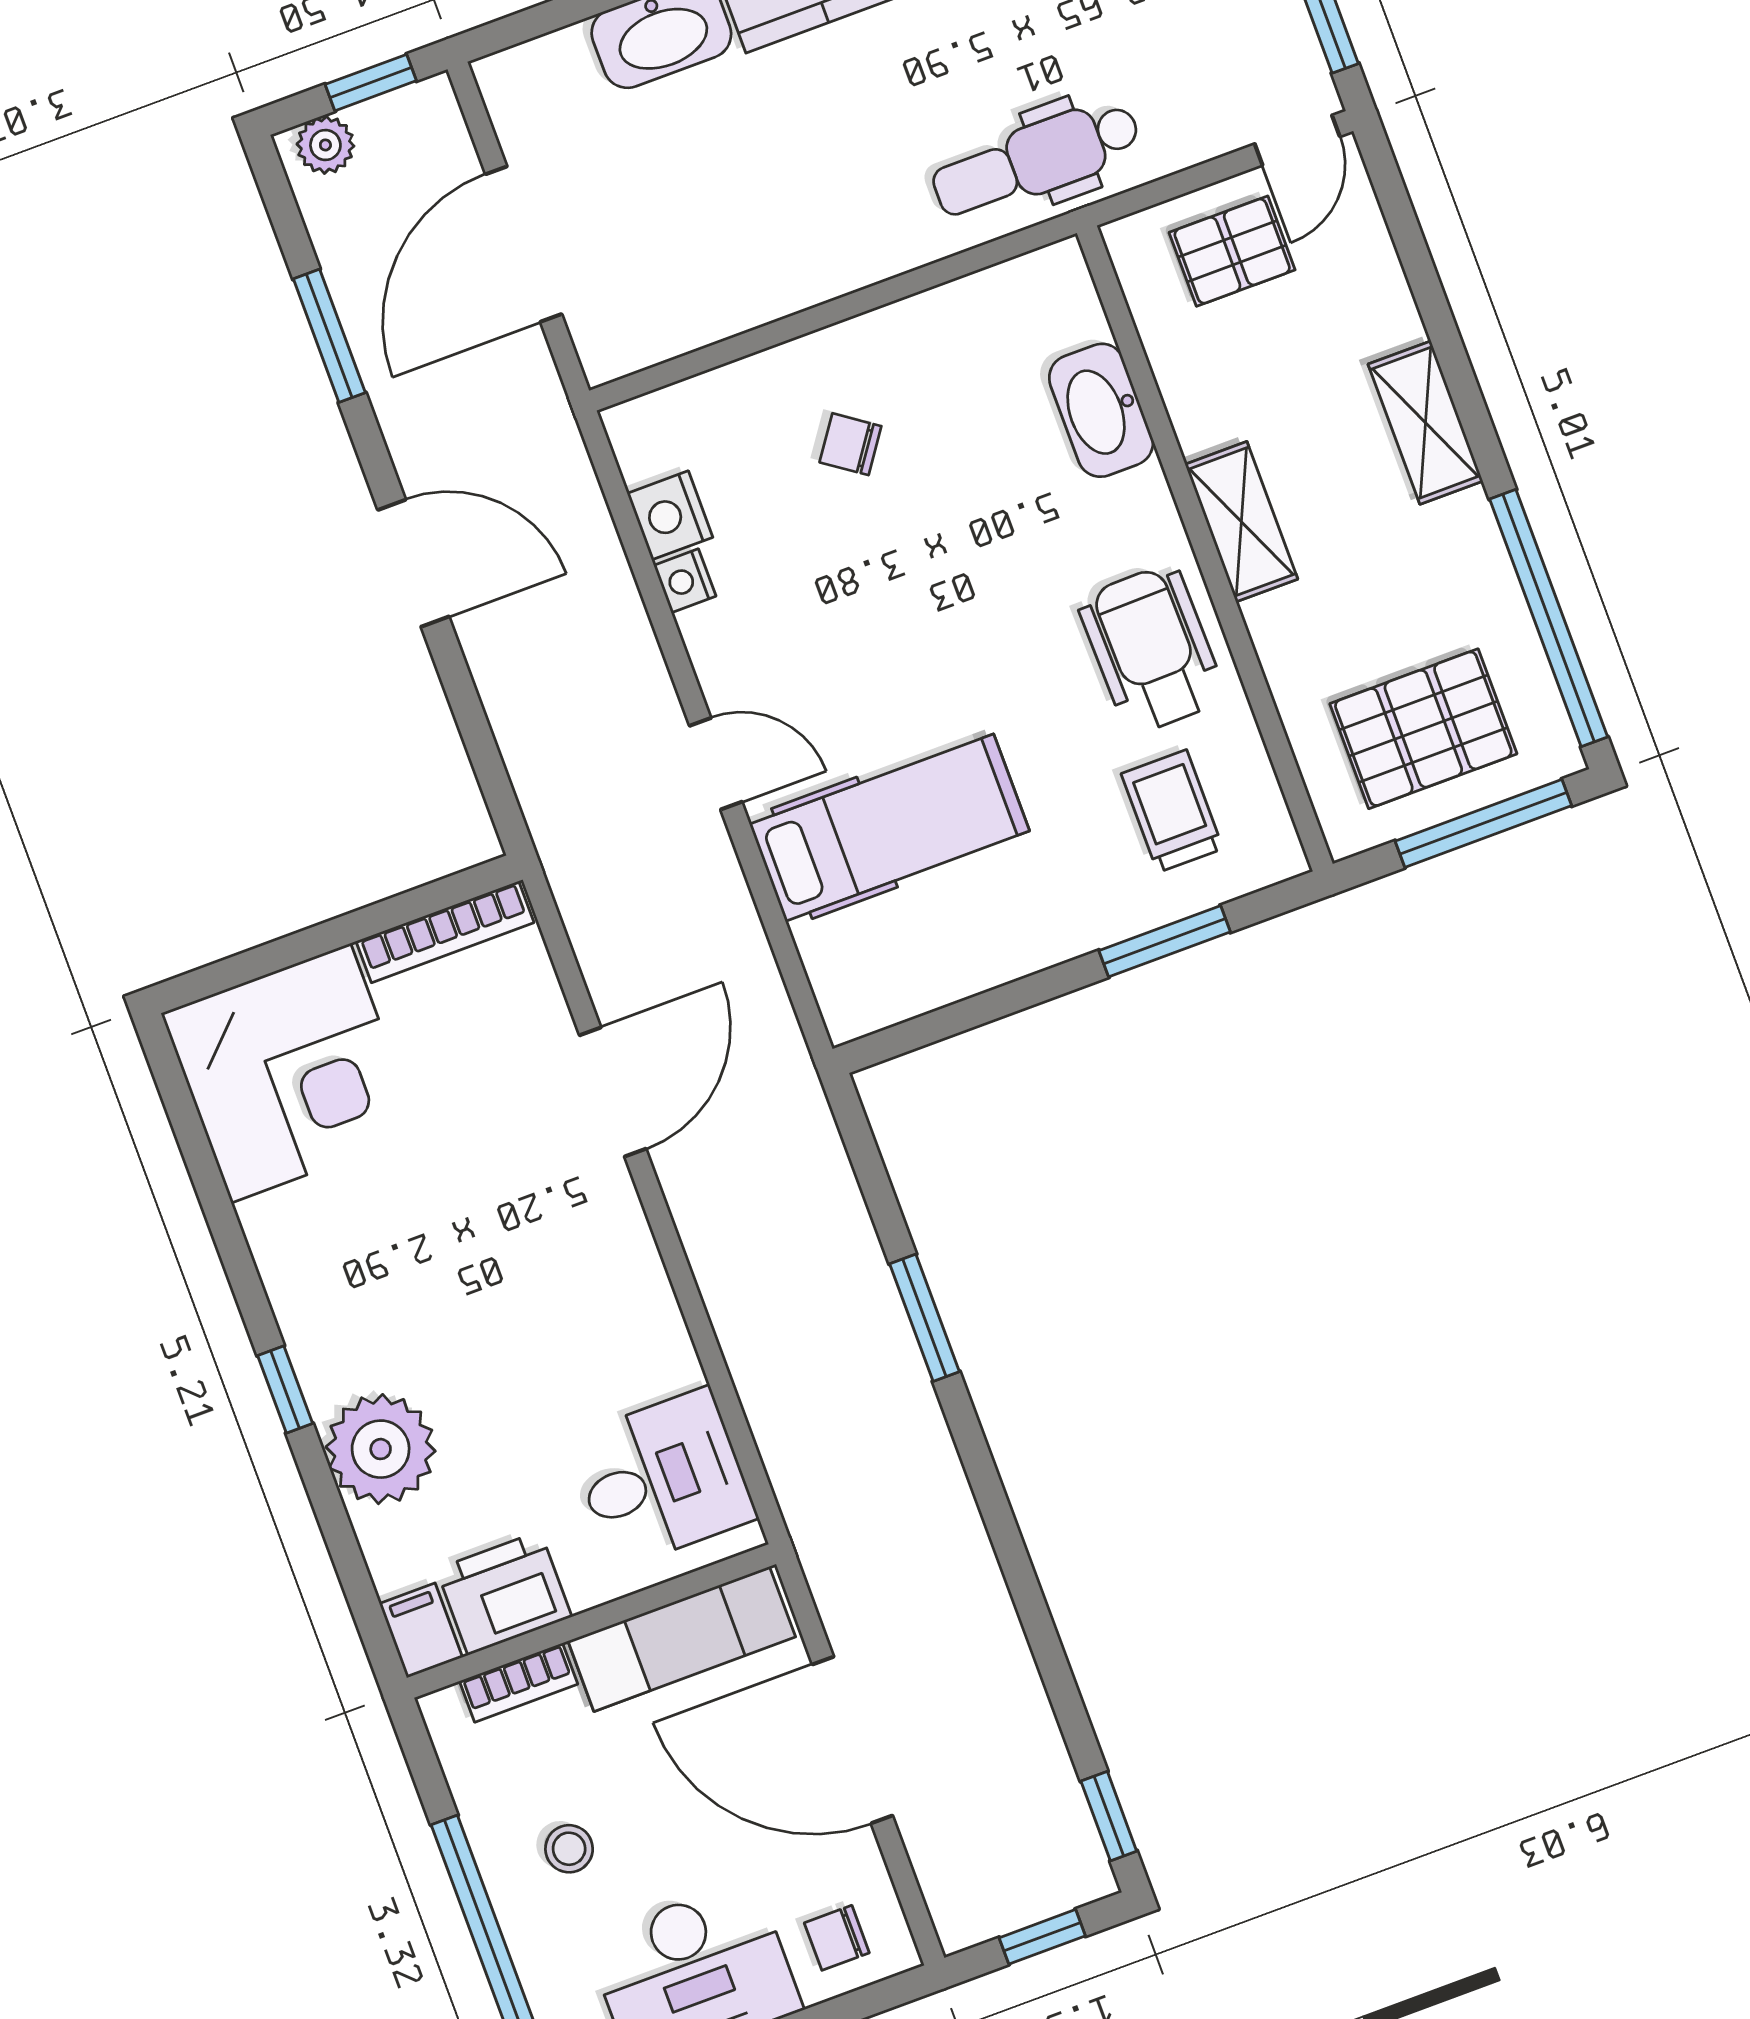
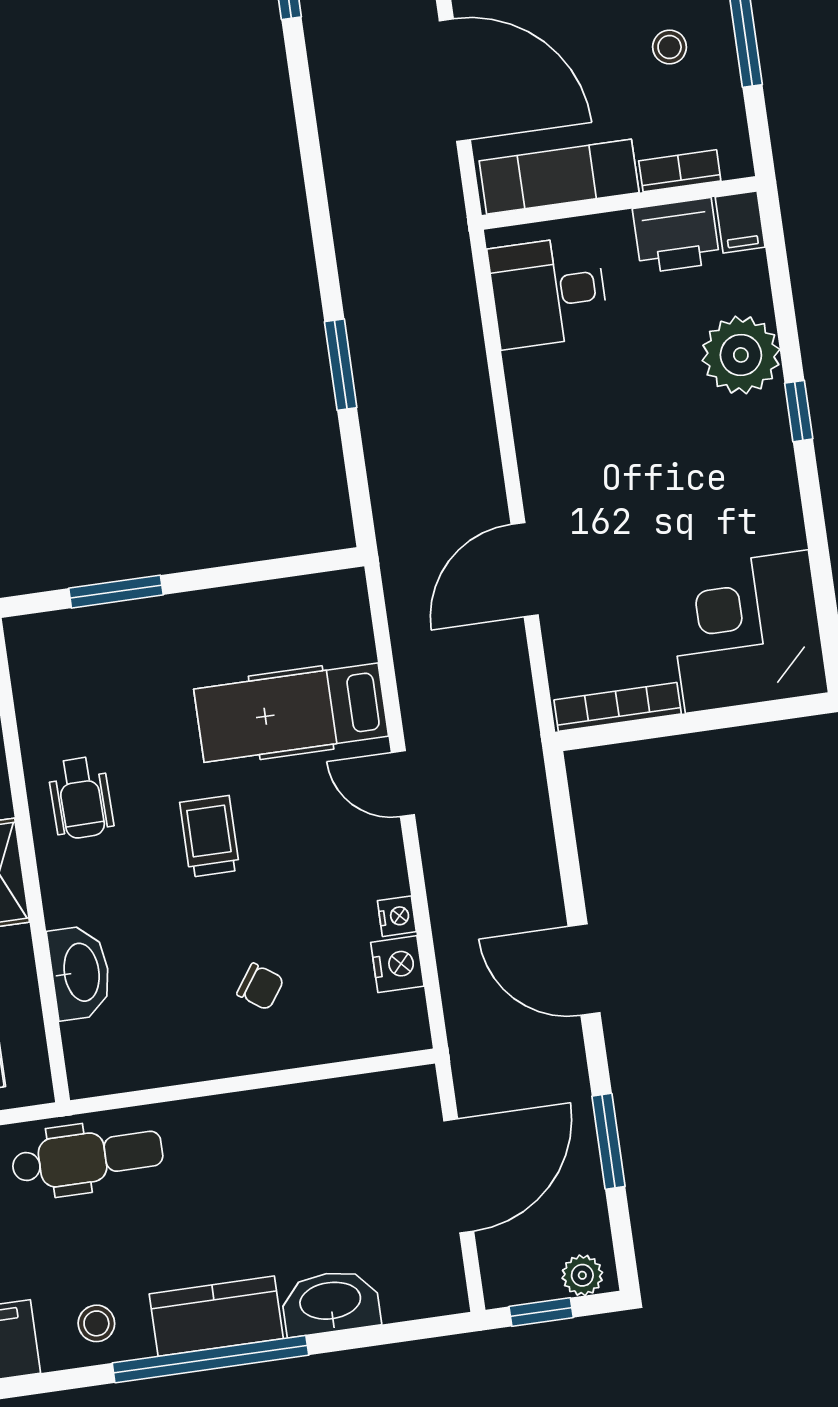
wheelchair: (1152, 649) -> (81, 798), width x0.73, depth x0.73
trolley: (1172, 811) -> (210, 836), moved, turned 180

